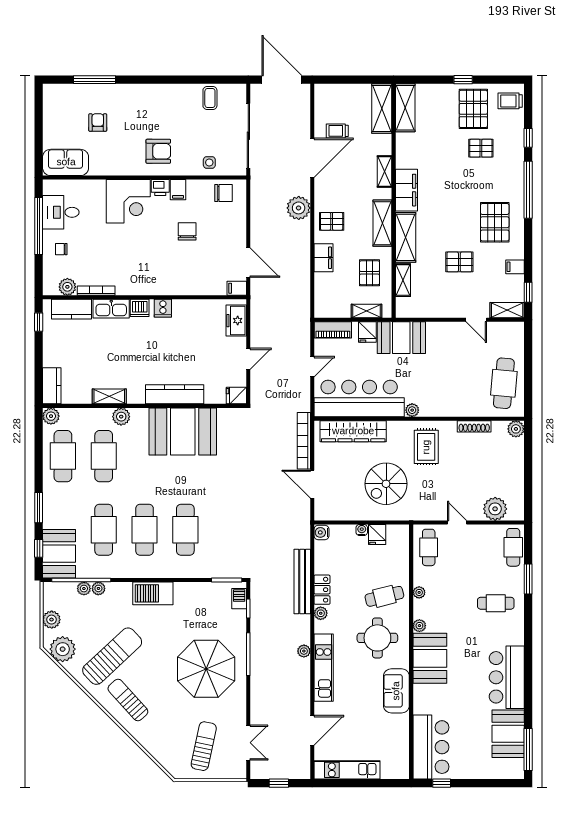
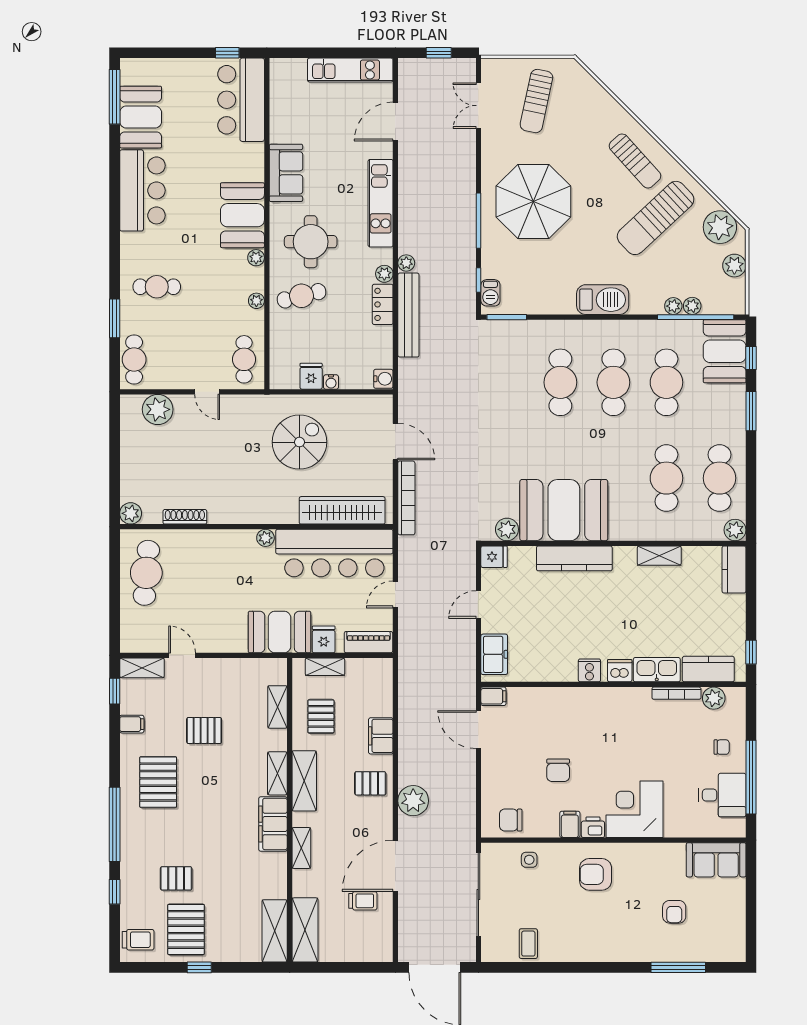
shelving: (406, 237) -> (277, 773), width x0.67, depth x0.75
plant: (121, 417) -> (507, 529), moved
rug: (426, 447) -> (247, 490), removed
plant: (304, 651) -> (406, 263), moved

